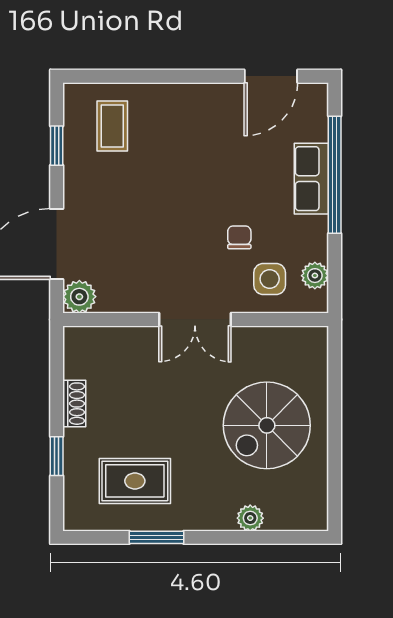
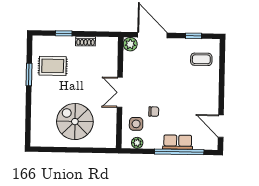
rug: (135, 481) -> (53, 66), turned 90
plant: (250, 518) -> (36, 114), removed

